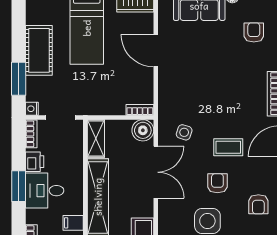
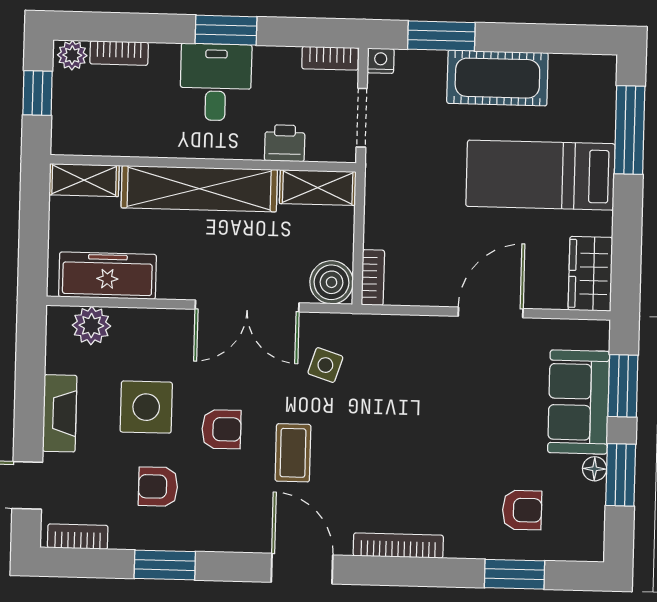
printer: (35, 162) -> (285, 143), moved, turned 180
armchair: (258, 204) -> (158, 487), moved
filing cabinet: (73, 223) -> (150, 138), removed

